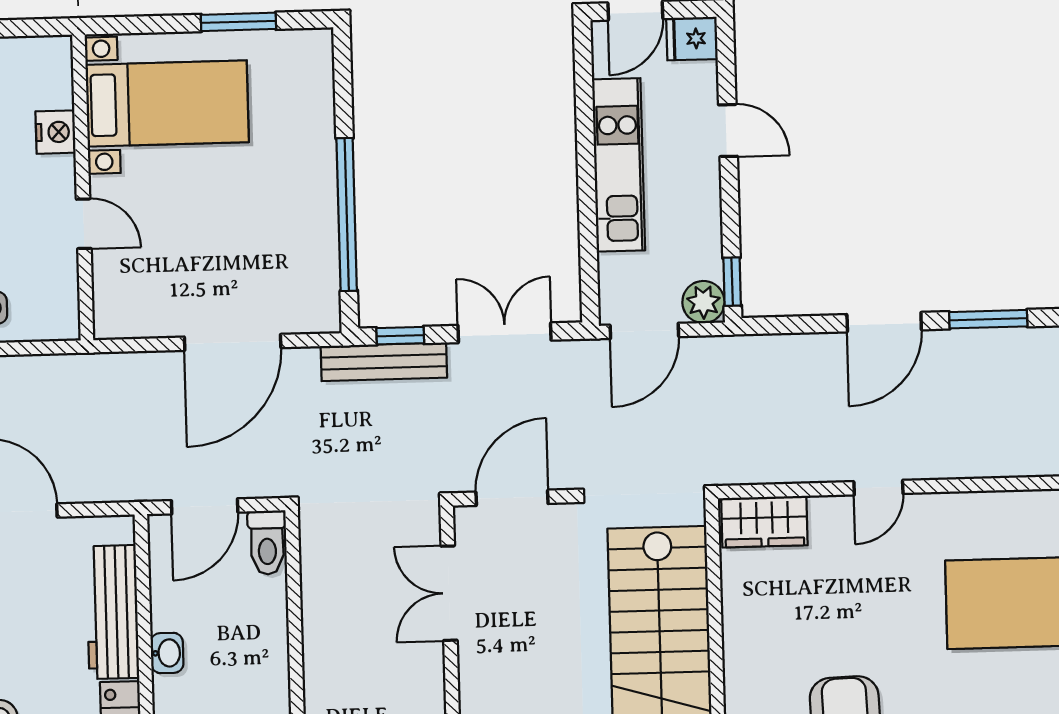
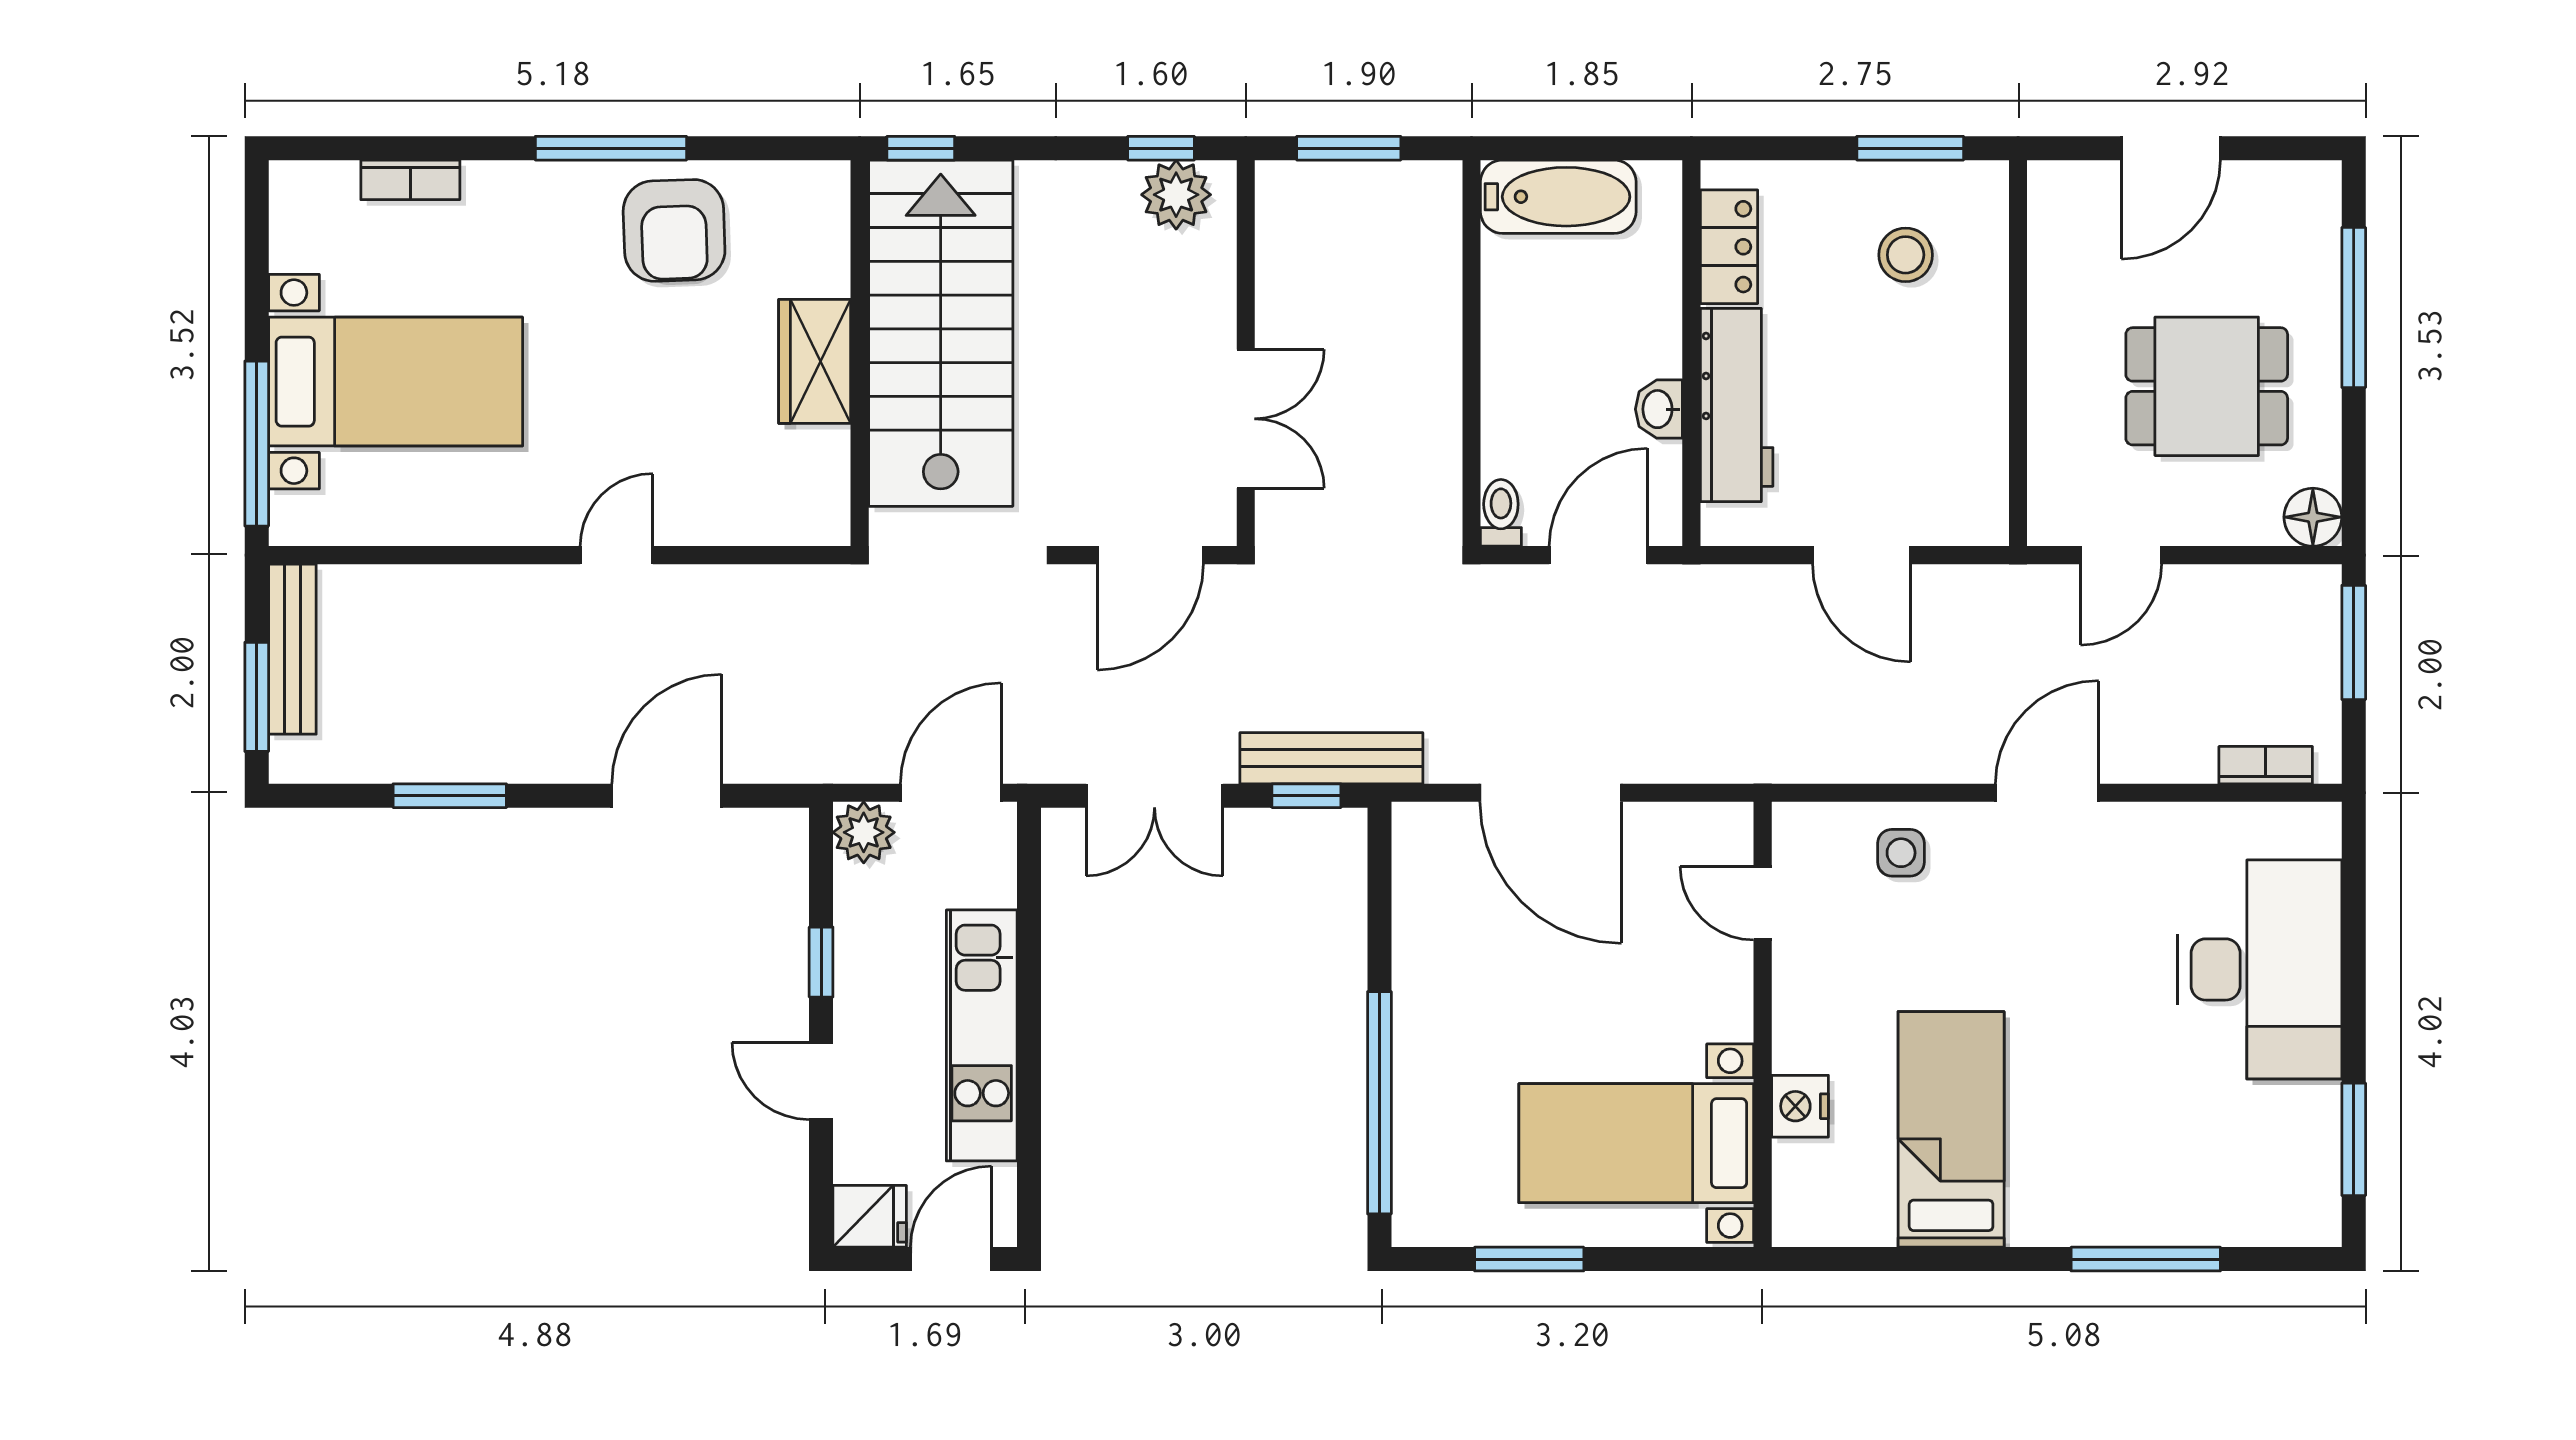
window: (347, 214) -> (1379, 1103), moved
door: (84, 224) -> (1763, 903), moved
window: (732, 282) -> (821, 962), moved
door: (884, 322) -> (667, 796), moved
door: (233, 342) -> (1551, 793), swing flipped
wardrobe: (764, 522) -> (815, 361), moved, turned -90
toilet: (267, 543) -> (1501, 513), width x0.73, depth x0.72
washbasin: (167, 653) -> (1659, 409), moved

